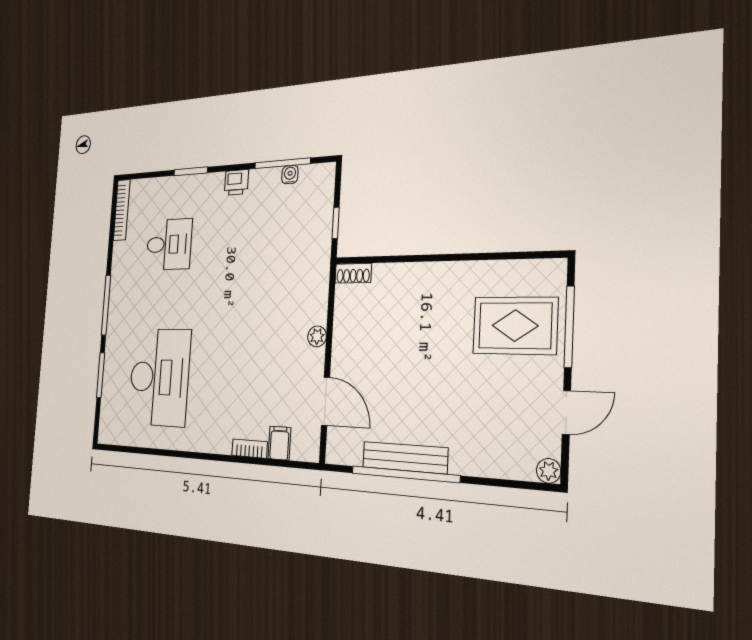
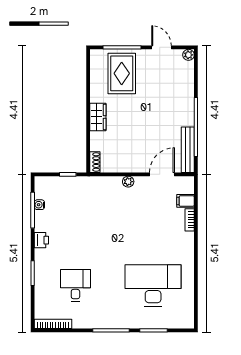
wardrobe: (433, 277) -> (98, 117), added
bench: (405, 458) -> (188, 150), moved

